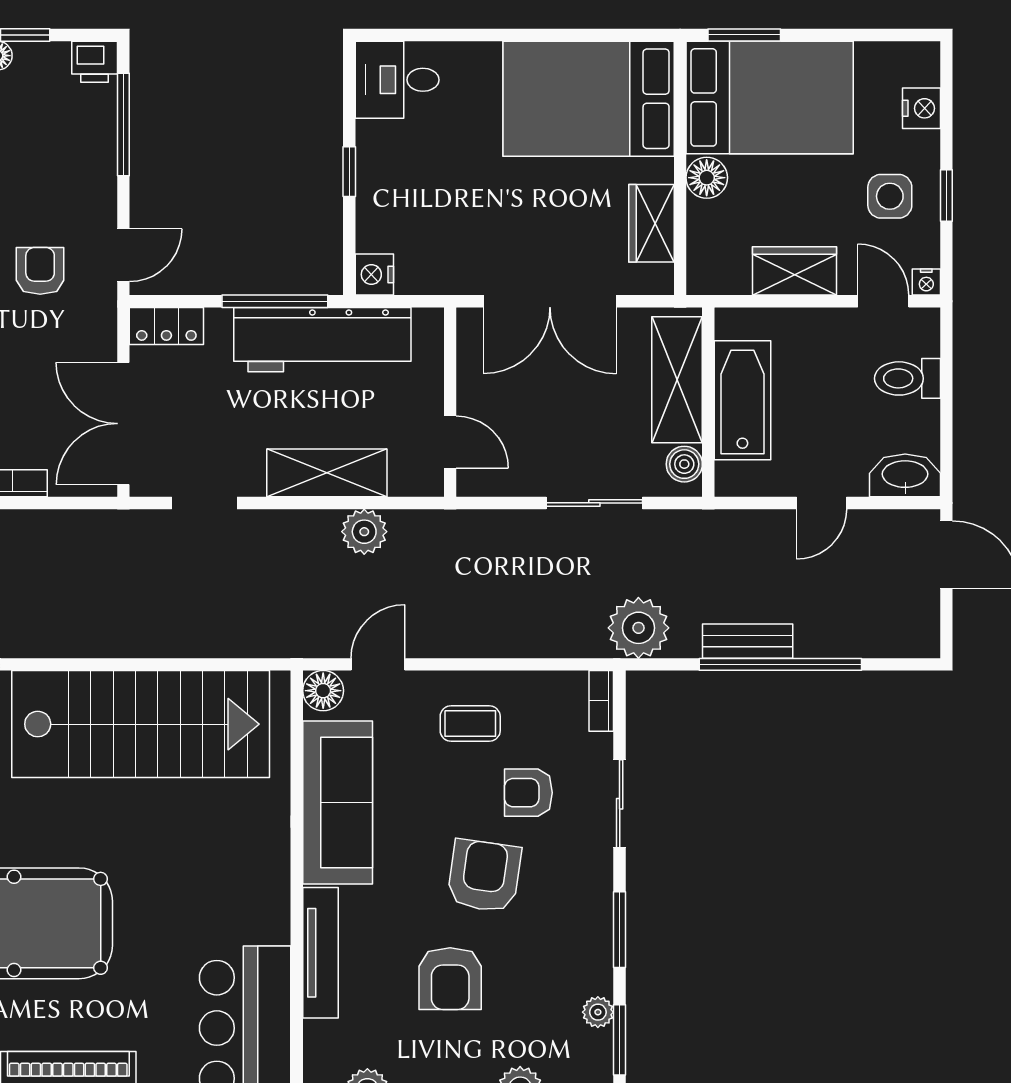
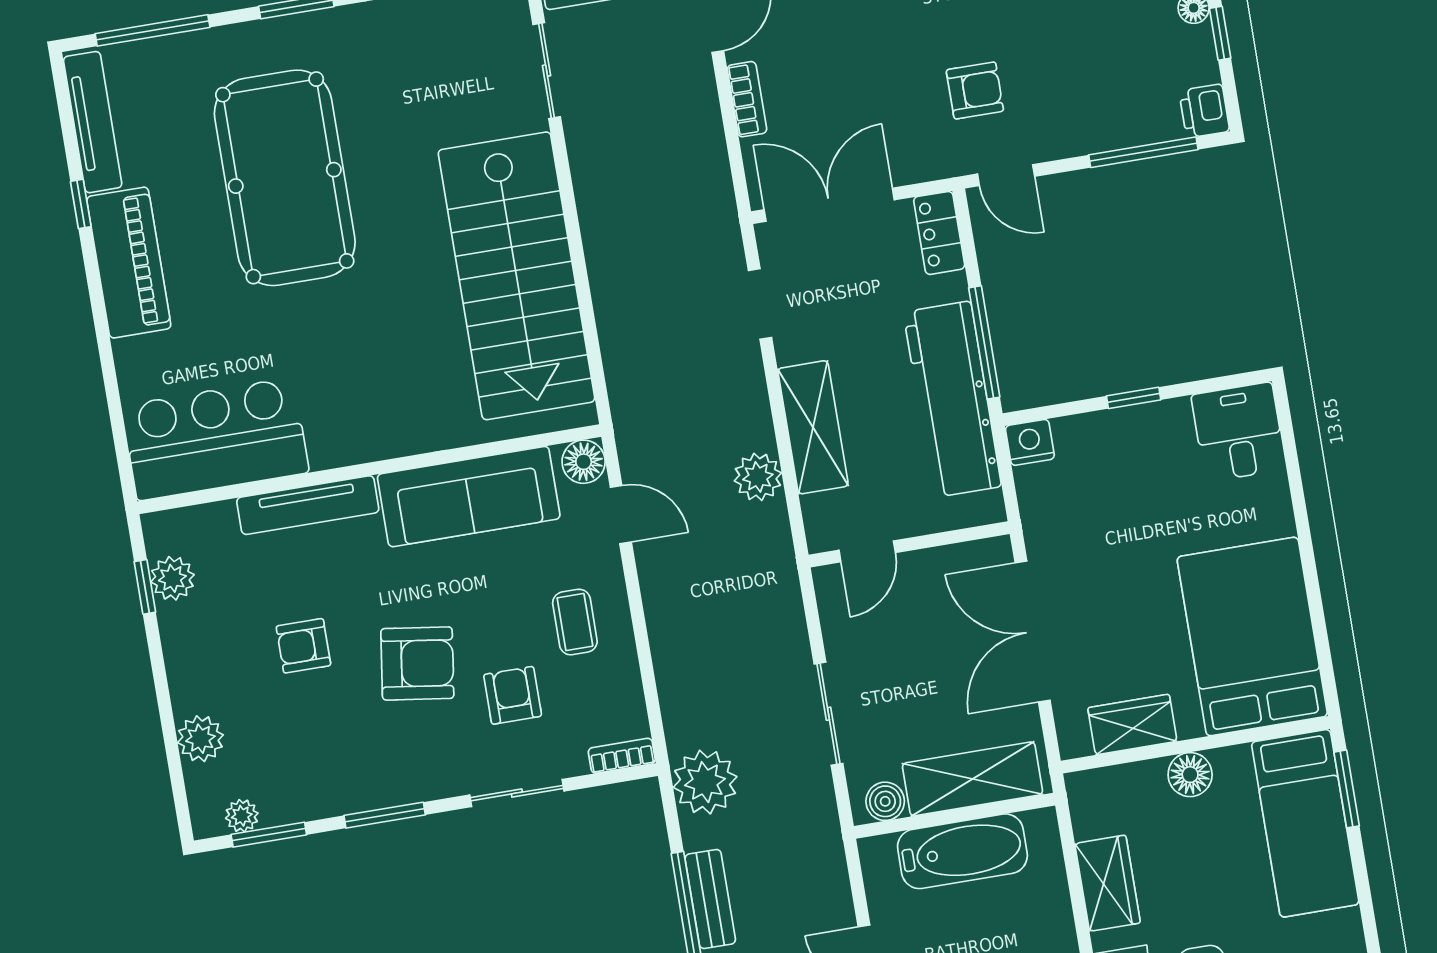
bed: (770, 97) -> (1305, 823), width x0.67
armchair: (450, 979) -> (303, 646), width x0.72, depth x0.72
plant: (598, 1012) -> (242, 816), moved

